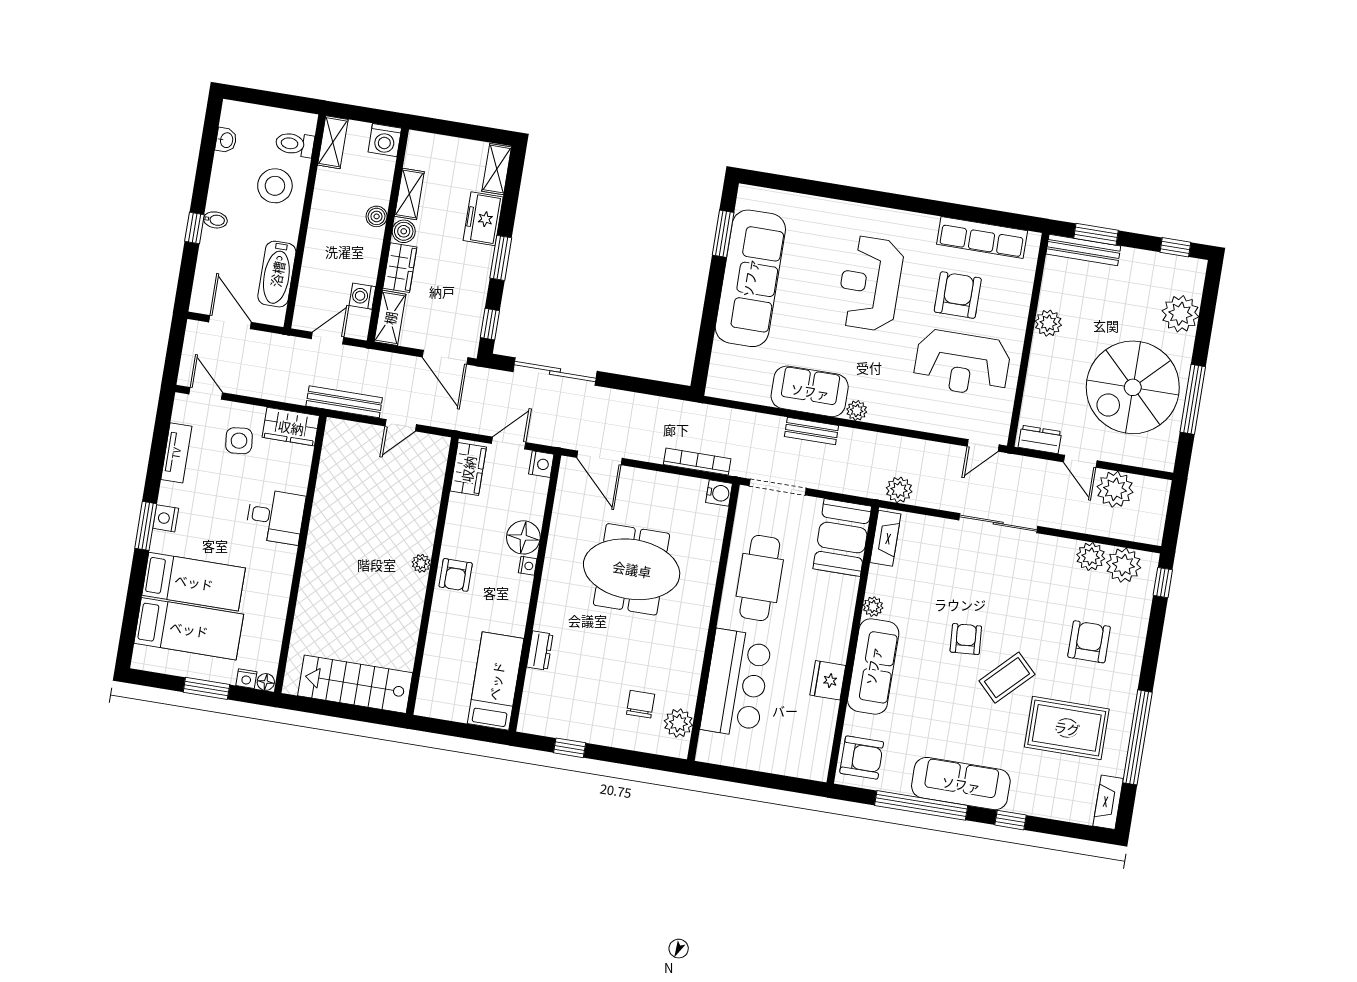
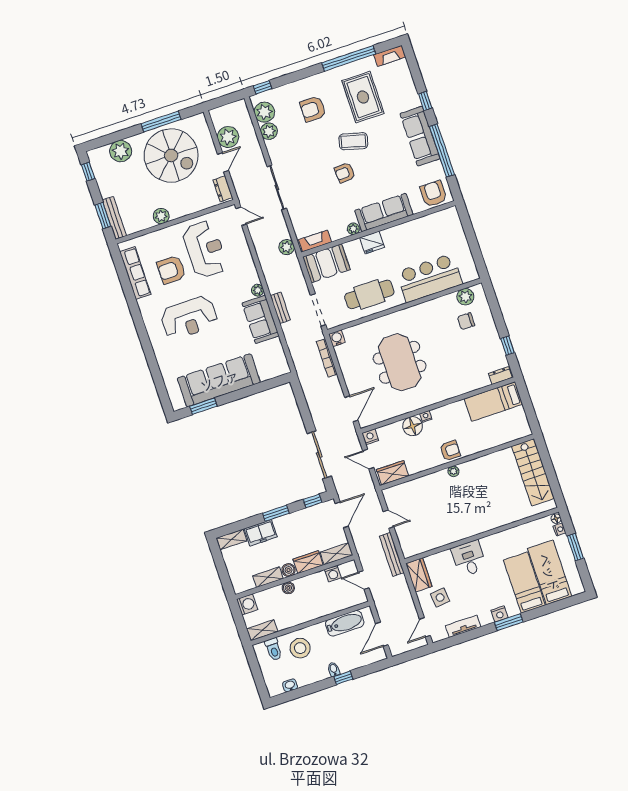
dresser: (540, 650) -> (500, 376), moved
coffee table: (1007, 678) -> (353, 141), turned -30
fridge: (828, 680) -> (372, 242), moved

